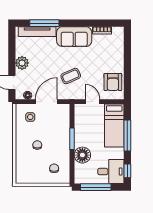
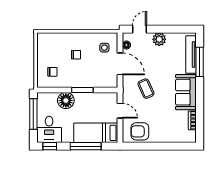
door: (92, 102) -> (120, 111), hinge flipped

